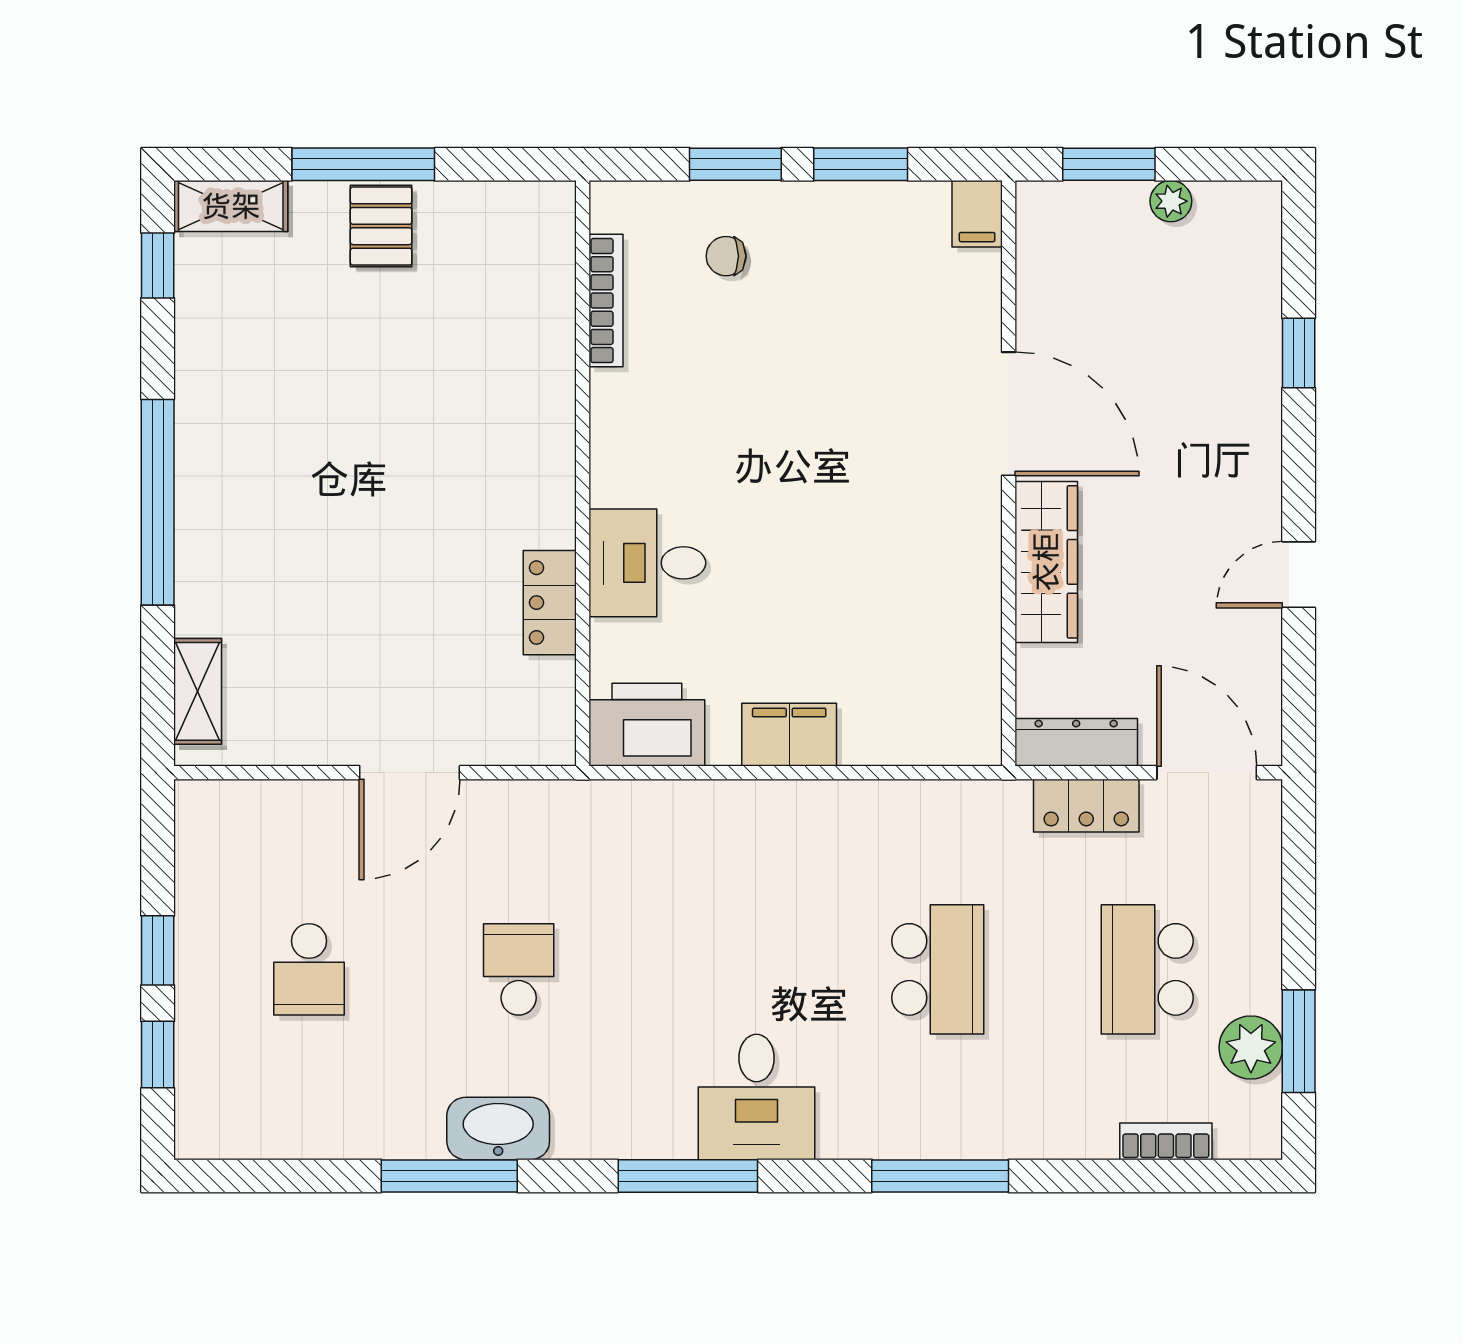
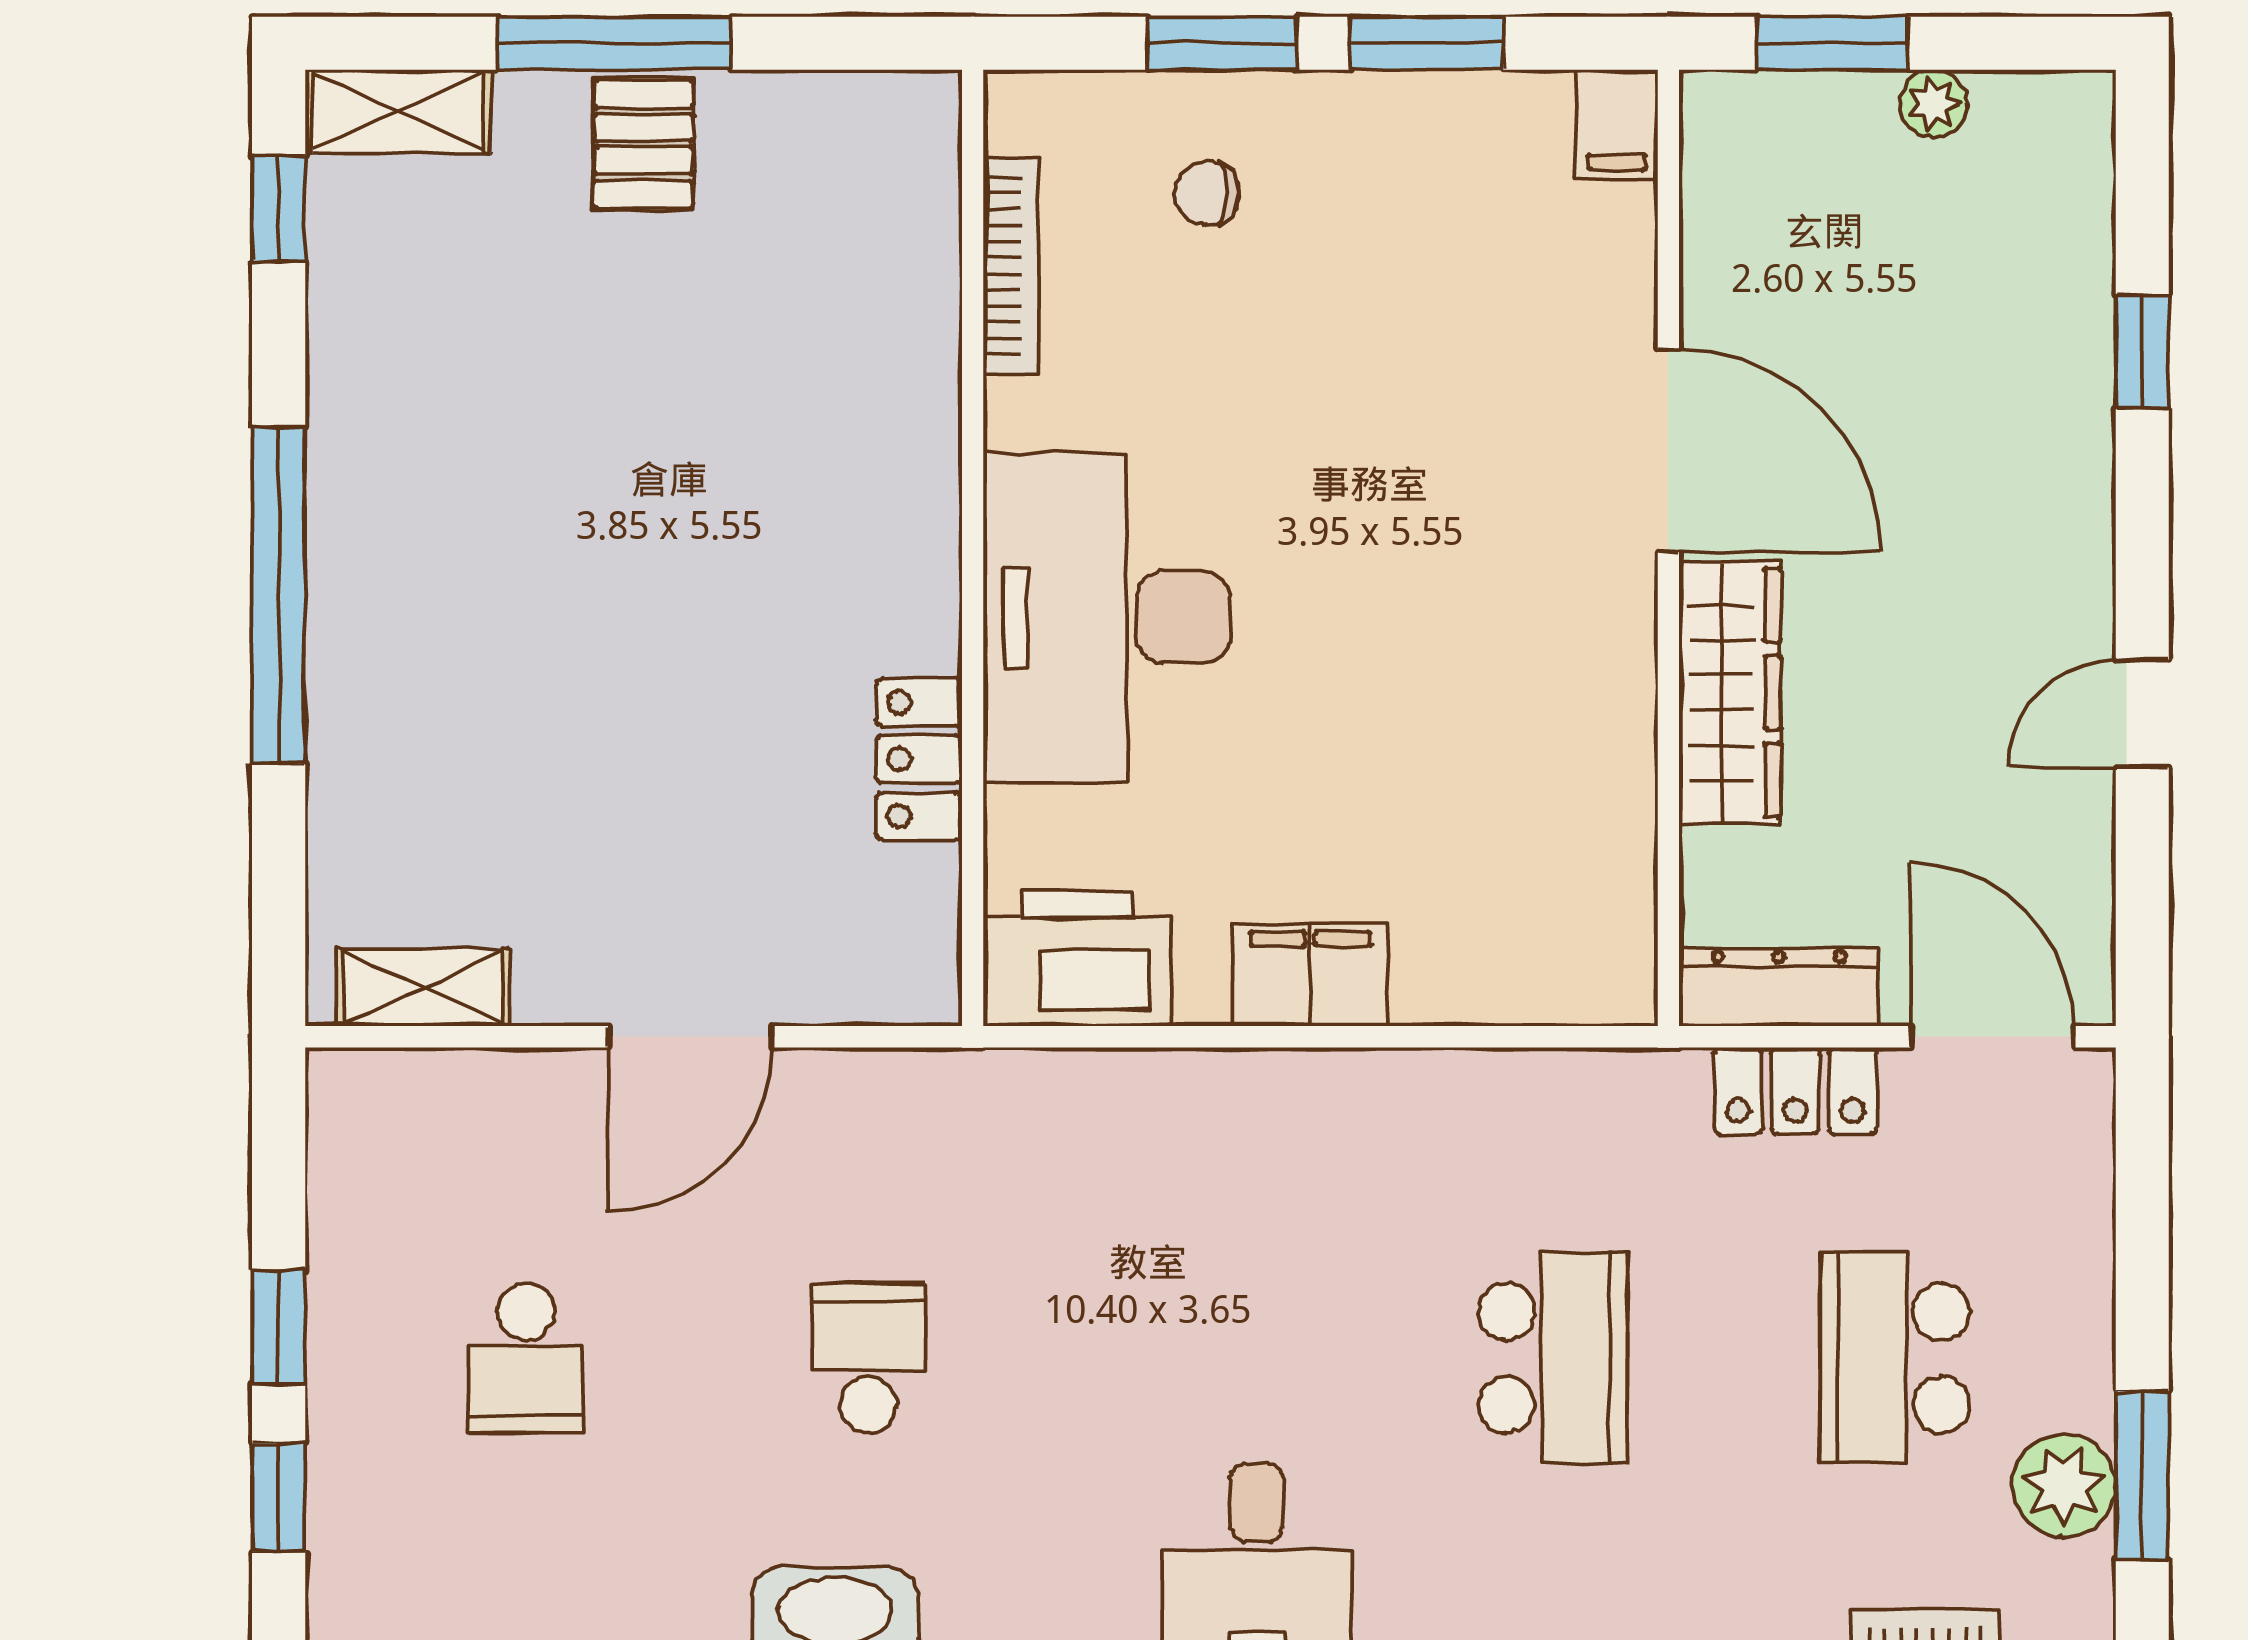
desk: (647, 563) -> (1107, 617), width x1.87, depth x1.30
shelving: (198, 691) -> (423, 987), moved, turned 90

